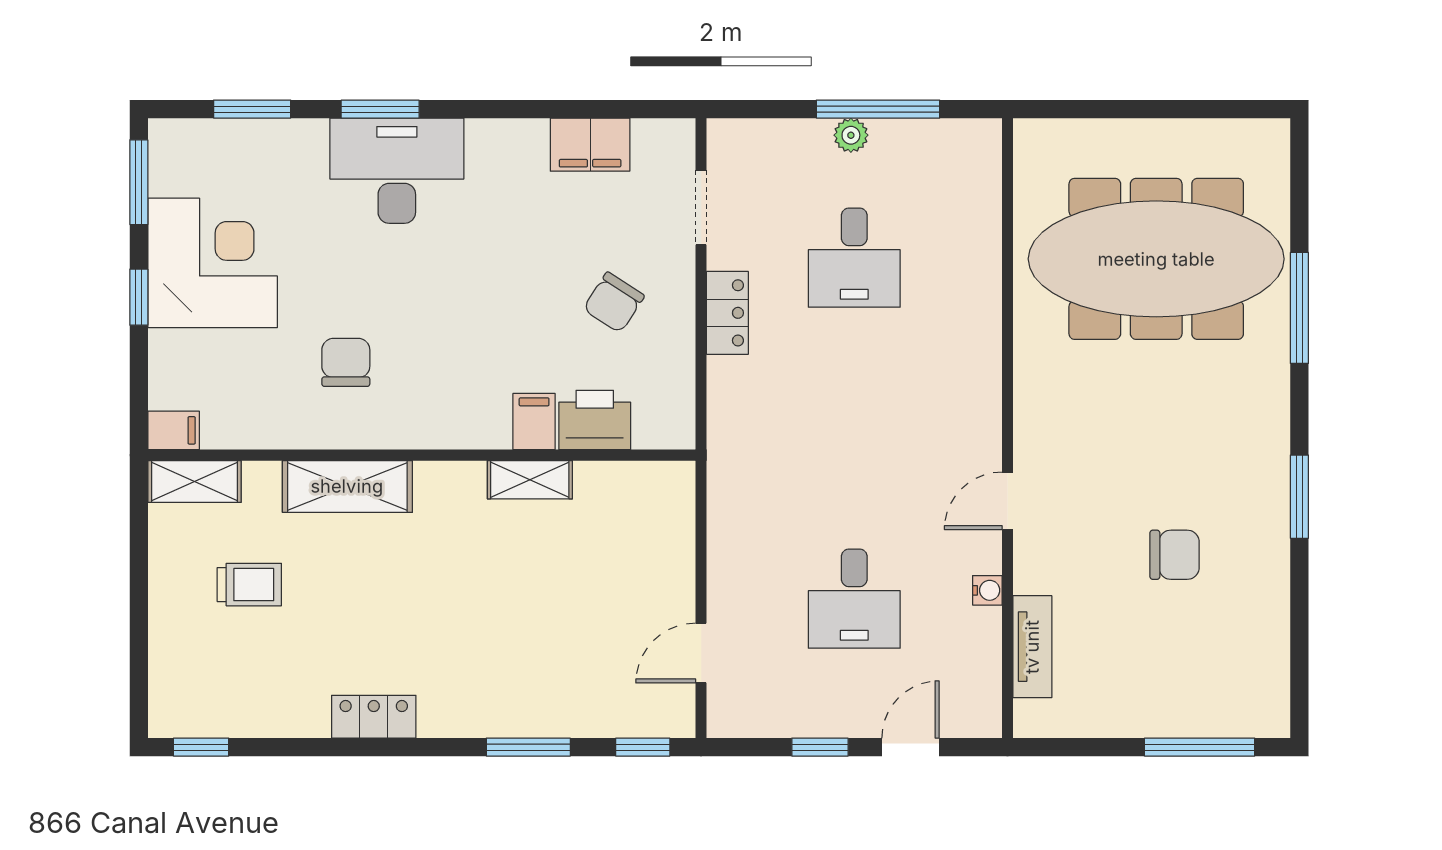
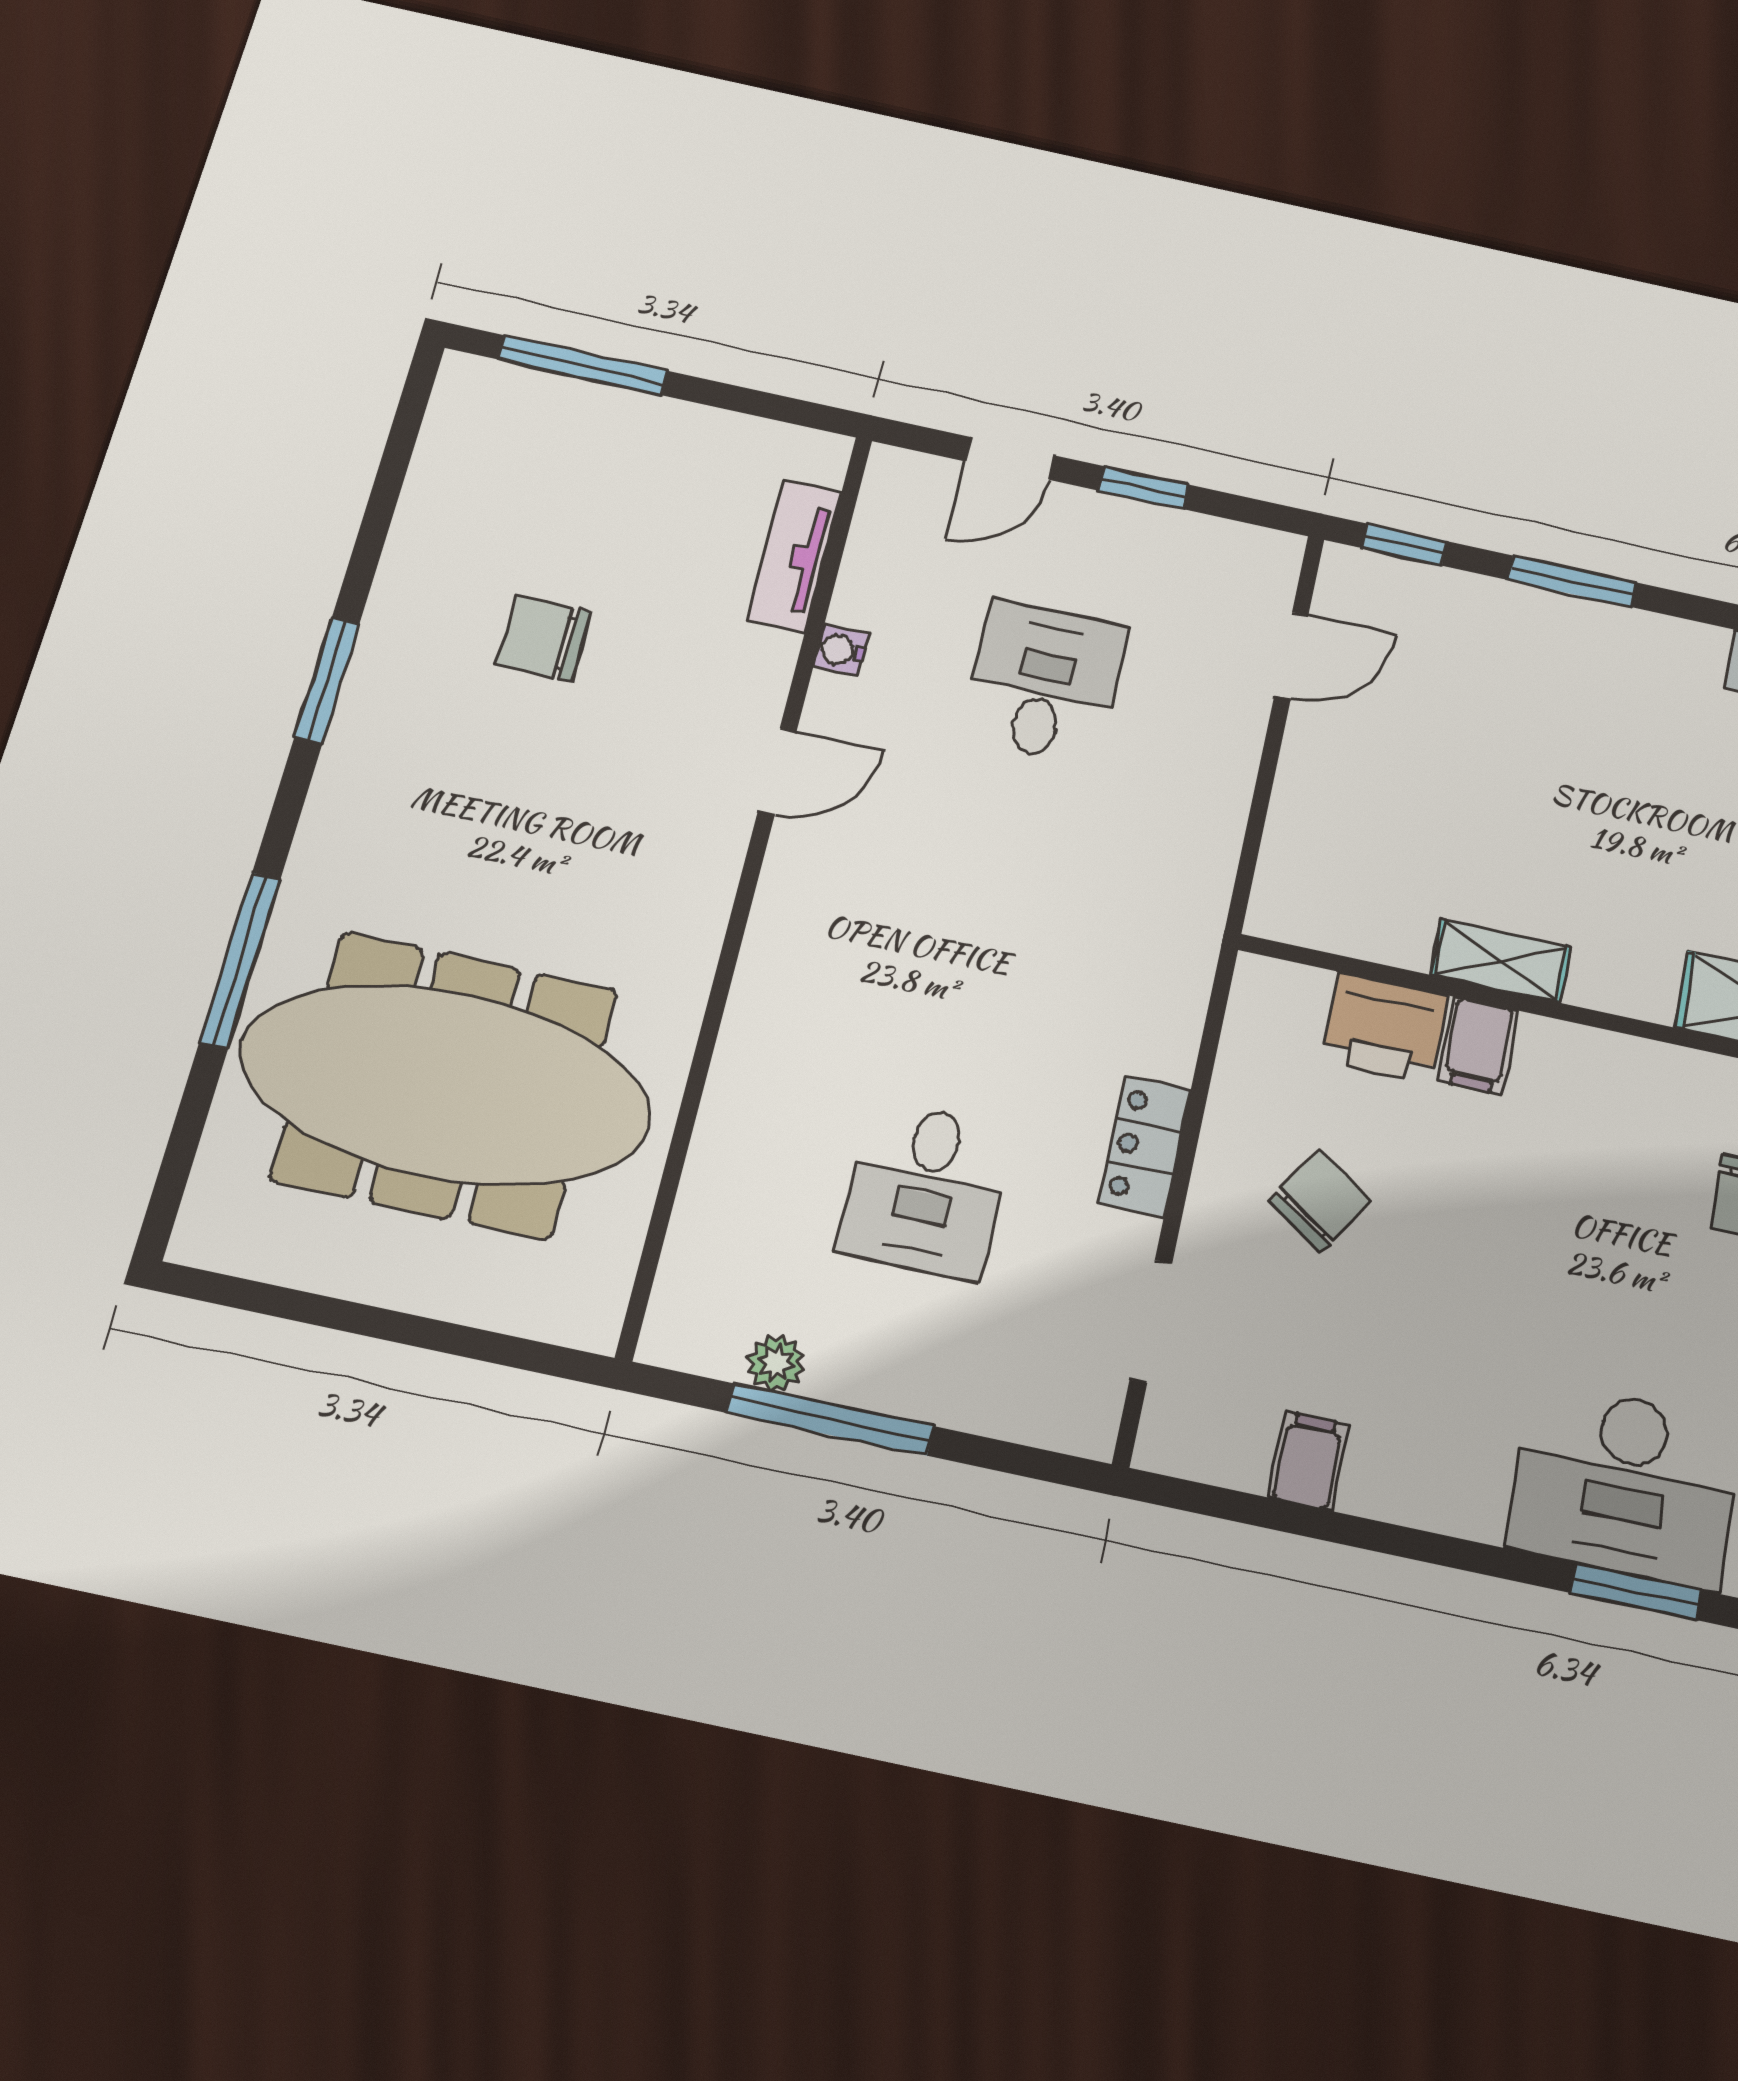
plant: (851, 135) -> (776, 1363), moved
filing cabinet: (590, 145) -> (1308, 1461), width x0.50
desk: (854, 258) -> (925, 1190), turned 180

